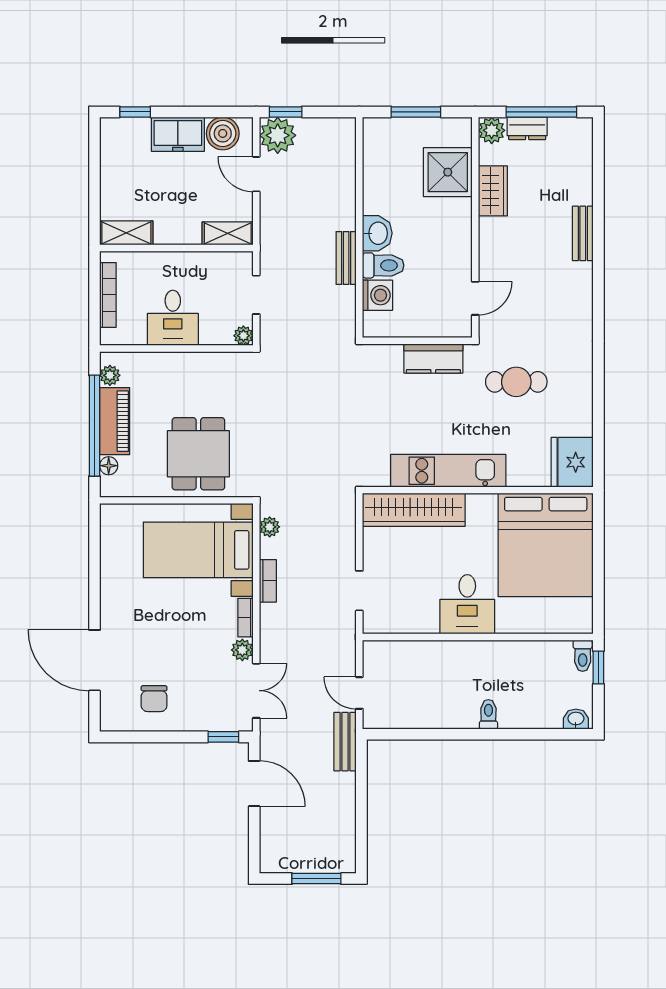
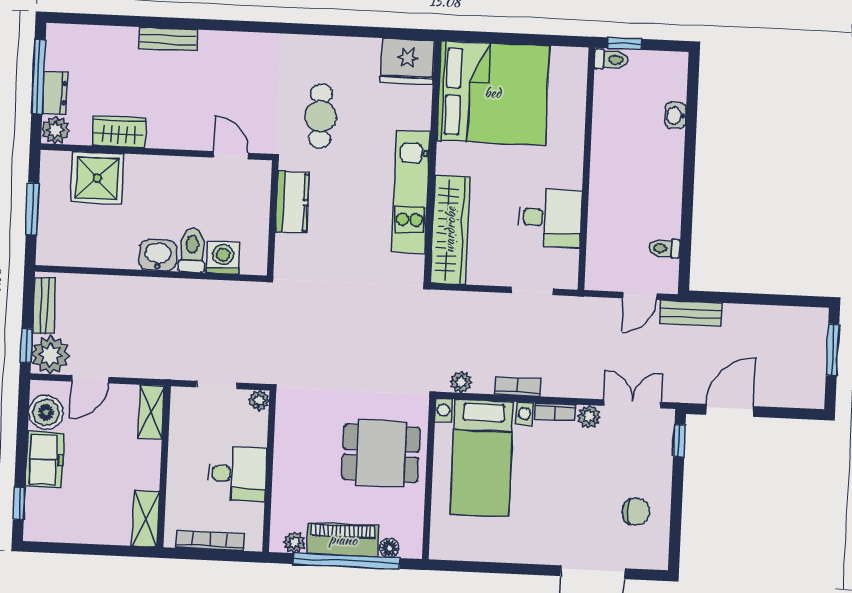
bench: (346, 258) -> (44, 306), moved, turned 90
desk: (467, 604) -> (550, 218), moved
toilet: (488, 714) -> (664, 248), moved
washbasin: (576, 719) -> (675, 115), moved

